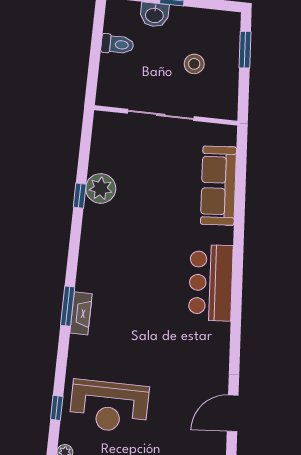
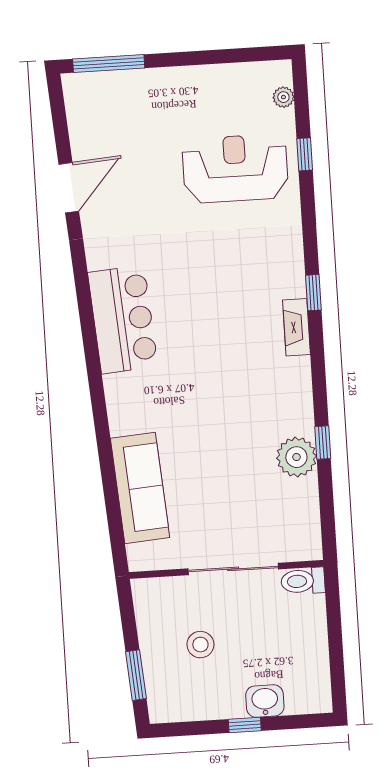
toilet: (117, 44) -> (303, 581), moved
bar counter: (211, 283) -> (123, 319), moved
window: (68, 306) -> (313, 293), width x0.67
fireplace: (81, 313) -> (296, 327), moved

